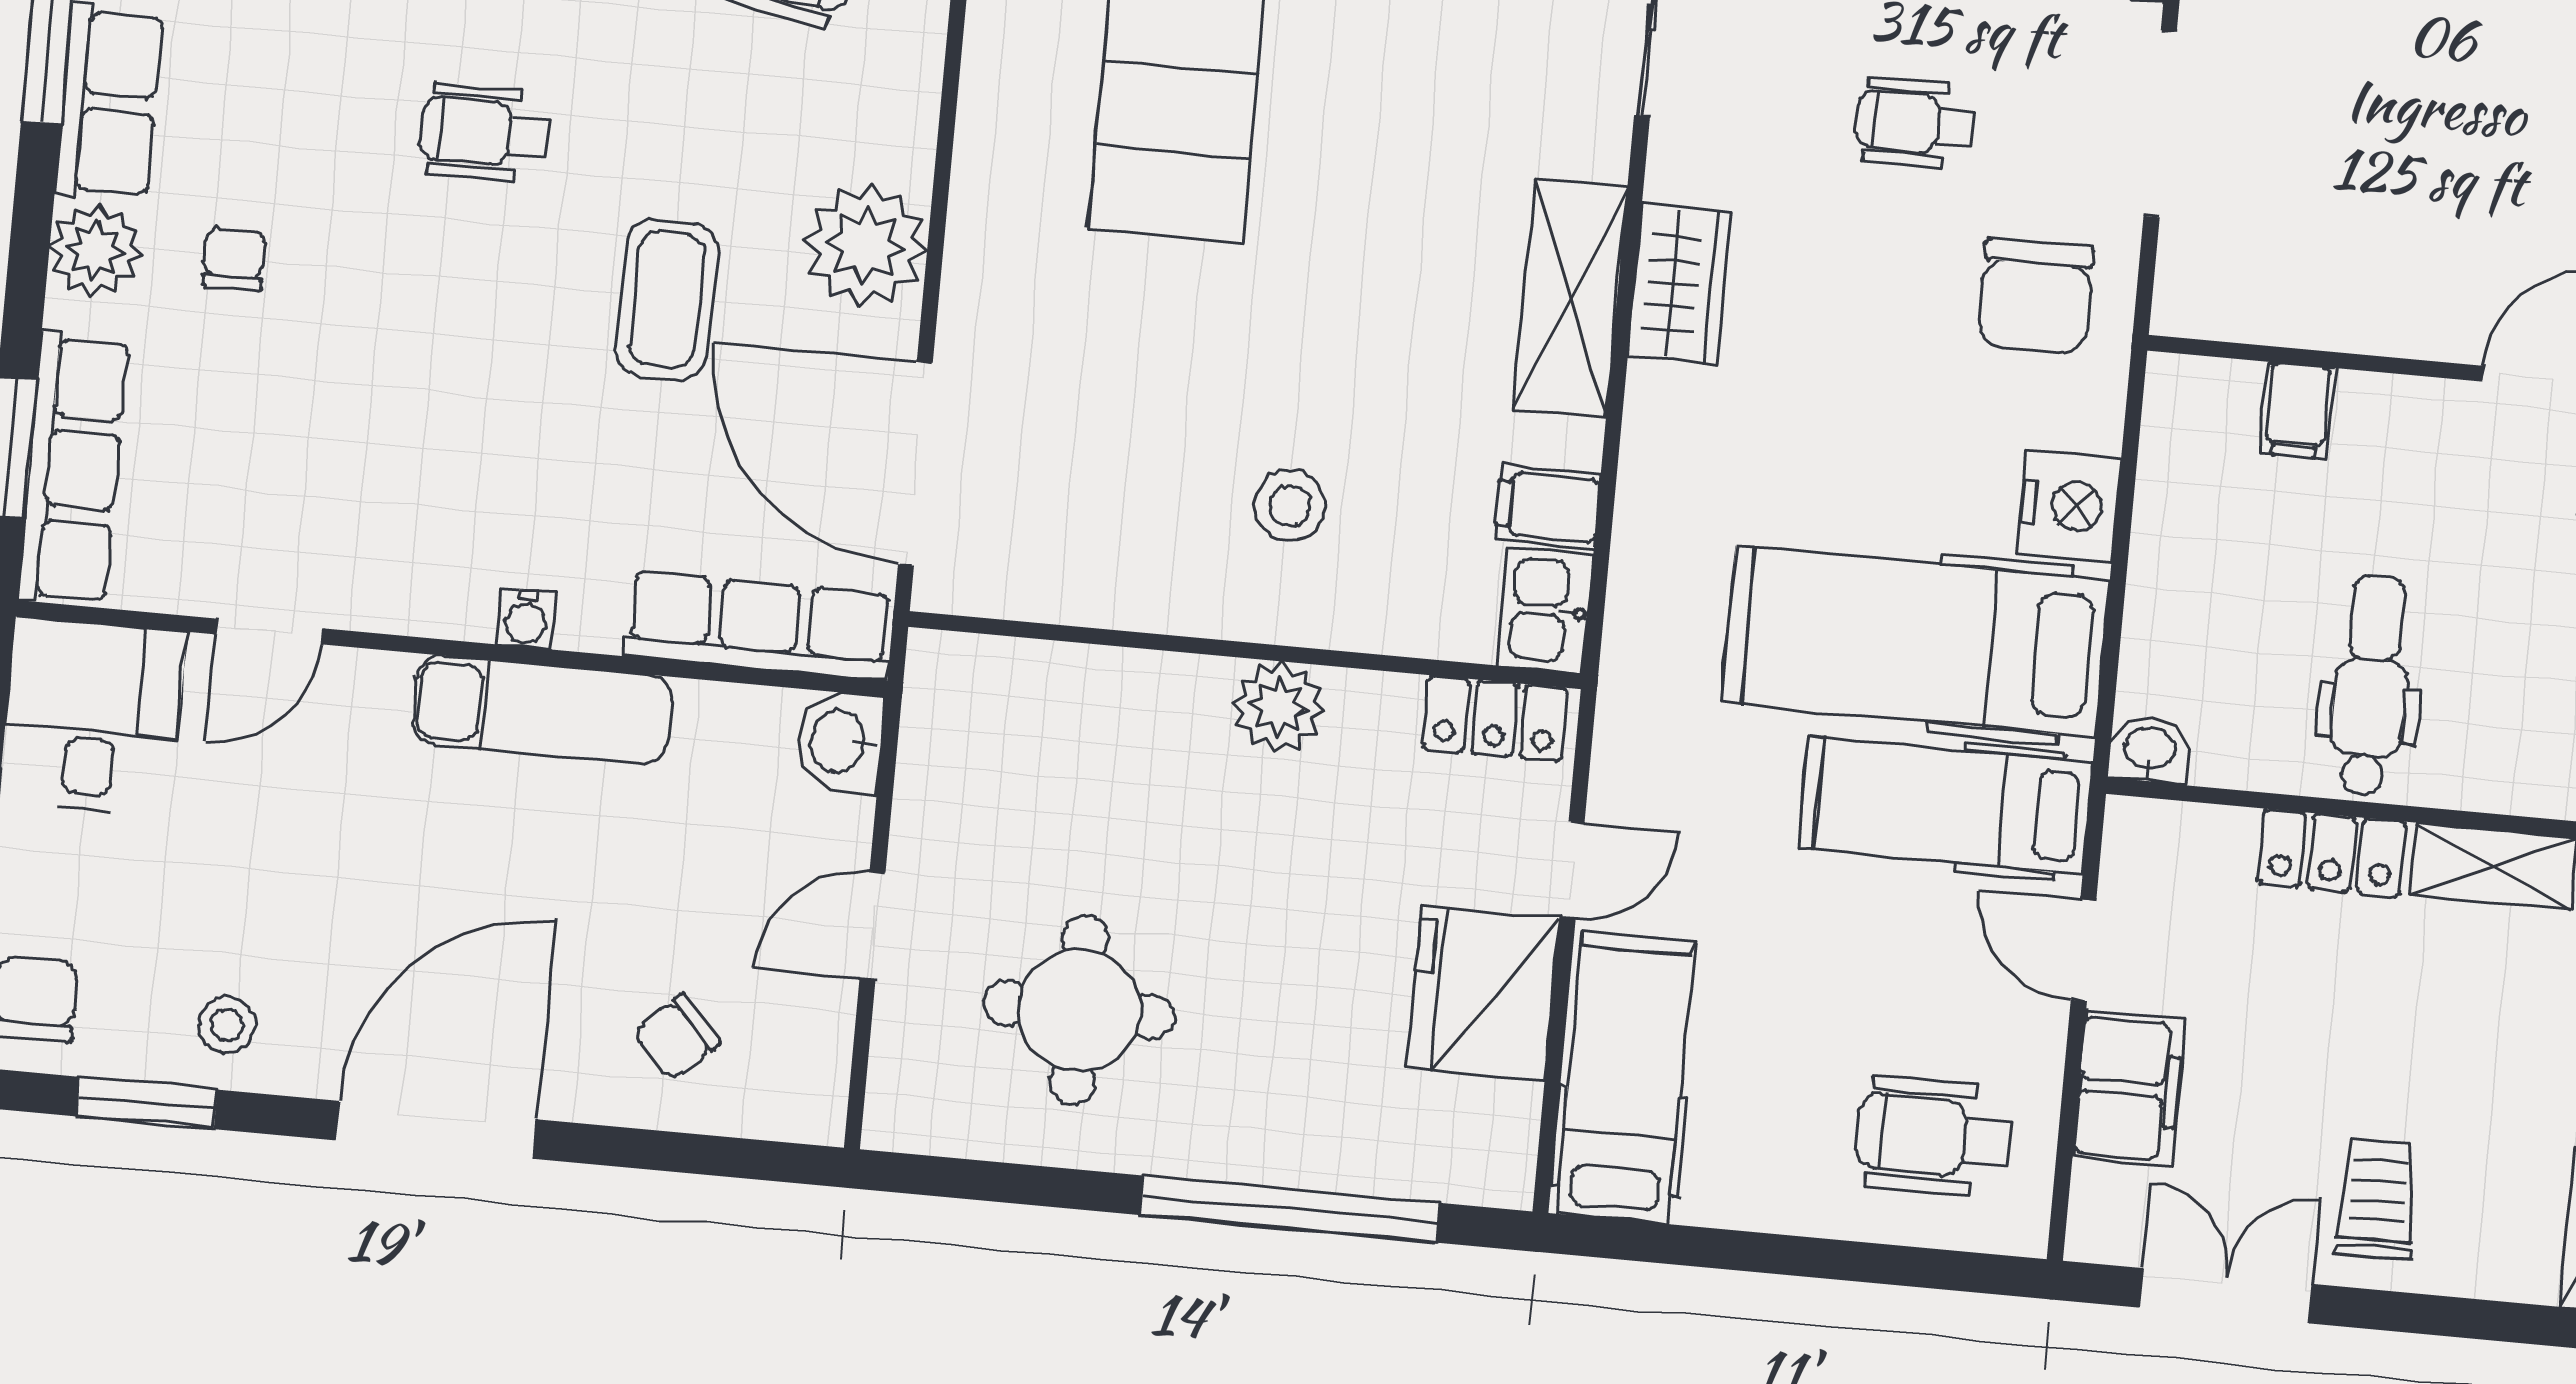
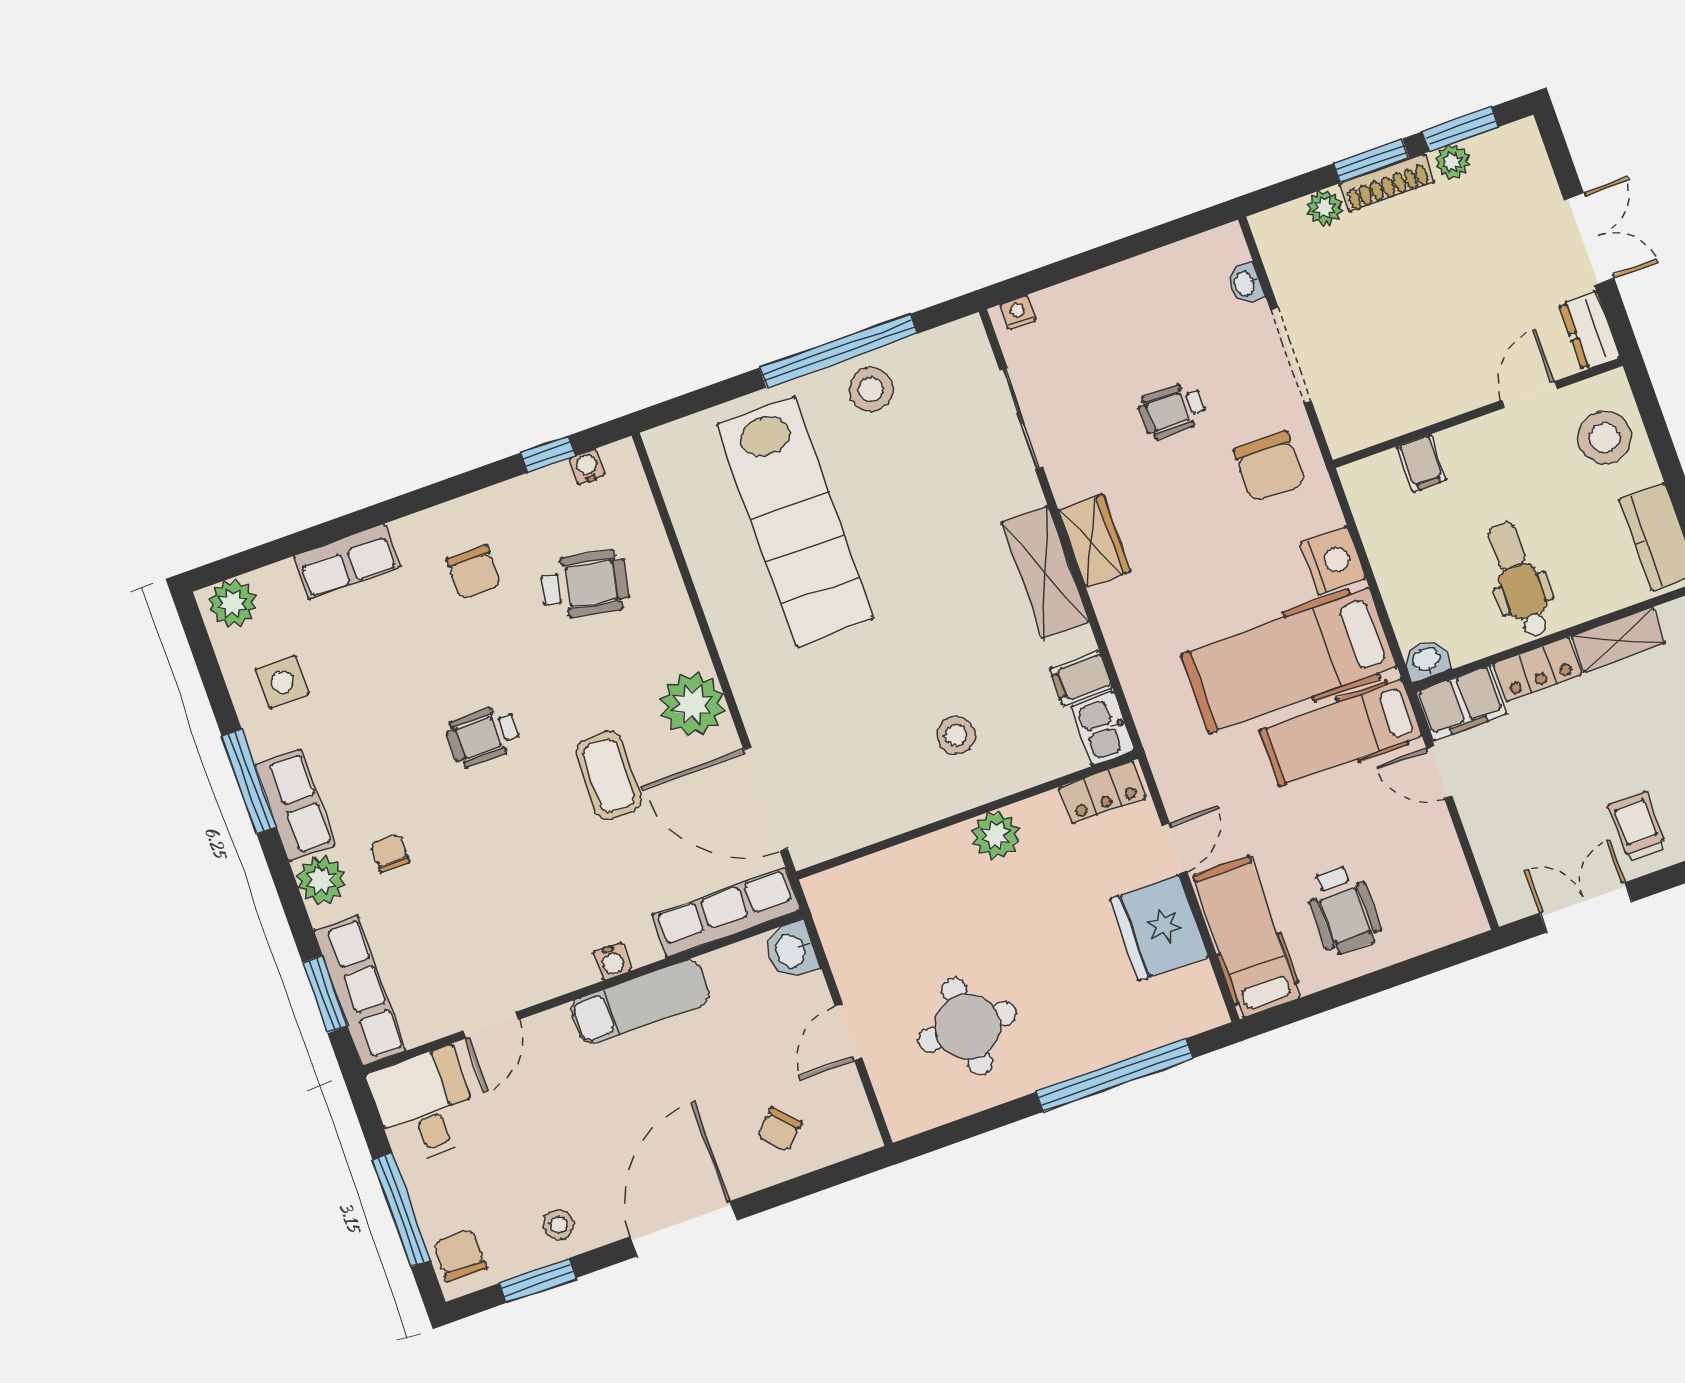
filing cabinet: (2128, 1088) -> (1461, 703), moved, turned 90
wheelchair: (1934, 1136) -> (1343, 910), moved, turned -90

